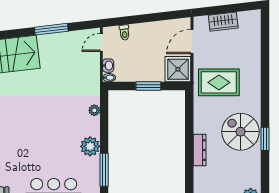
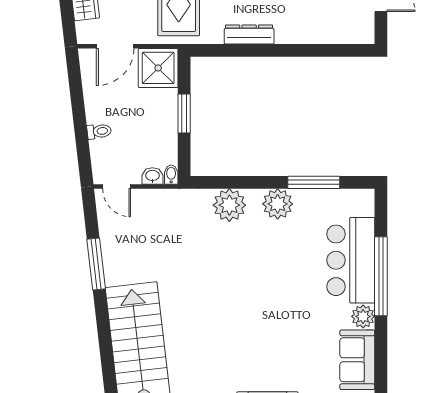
toilet: (124, 32) -> (99, 131), moved
door: (192, 41) -> (115, 46), hinge flipped
plant: (94, 110) -> (229, 205), width x1.88, depth x1.88
dresser: (200, 150) -> (249, 34), moved

